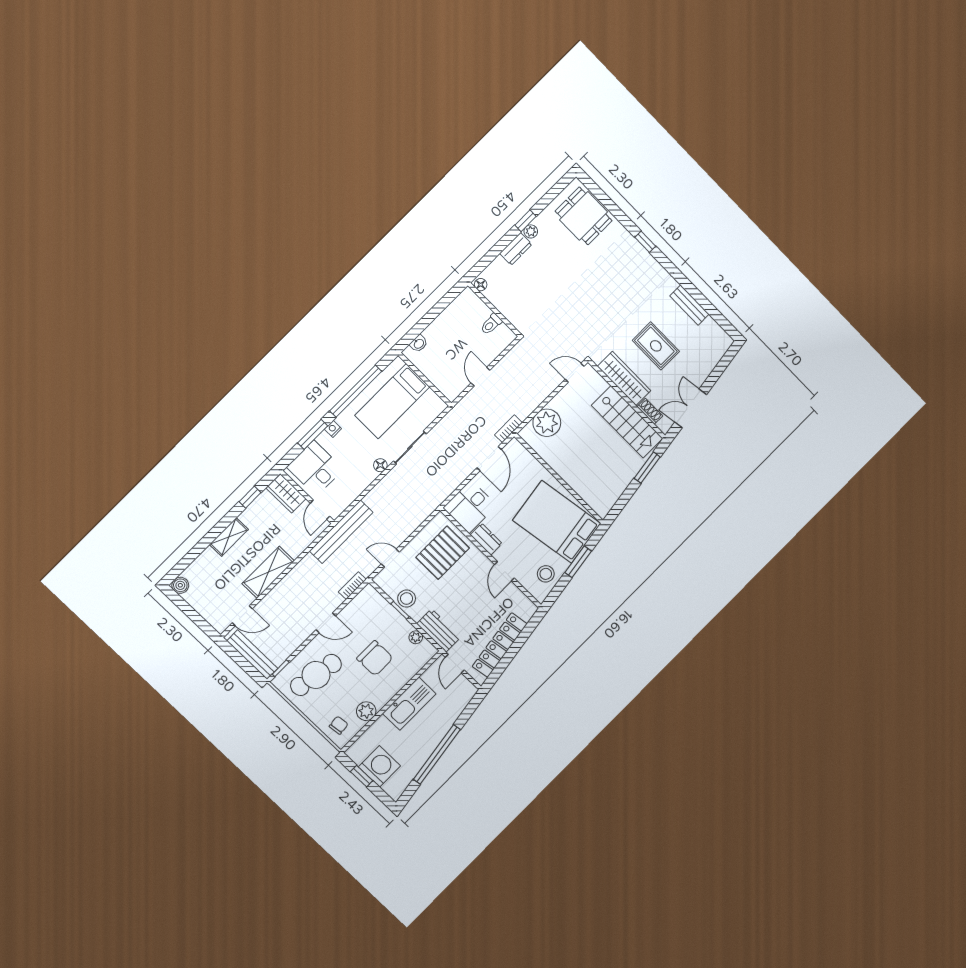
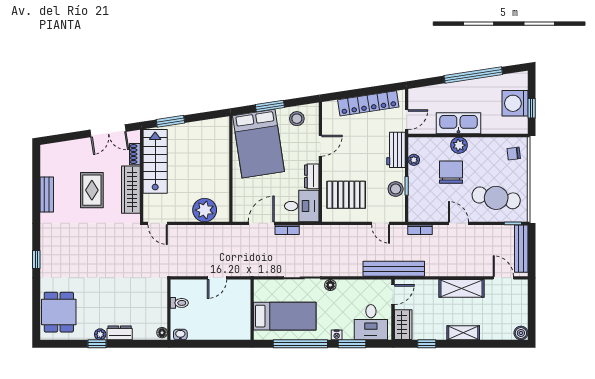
washbasin: (419, 344) -> (180, 335), moved
bookcase: (508, 429) -> (287, 230), moved
plant: (366, 711) -> (459, 145), moved

